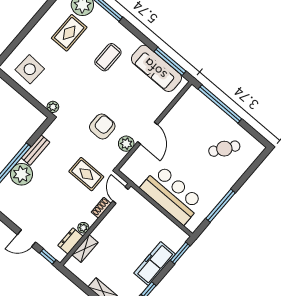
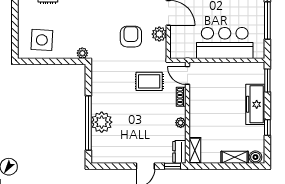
bench: (35, 150) -> (97, 96), removed
dresser: (70, 241) -> (179, 152), moved
shelving: (85, 249) -> (195, 150), moved

